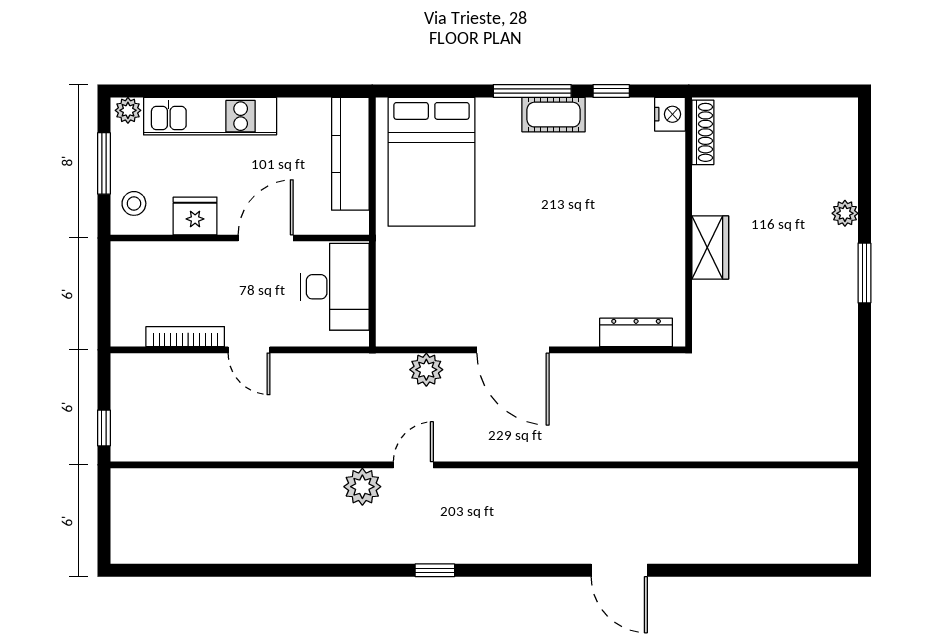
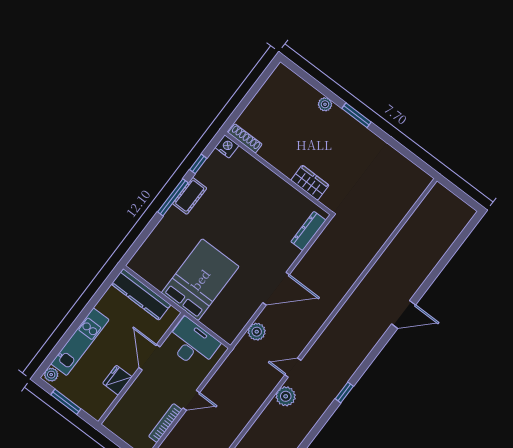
bed: (432, 162) -> (200, 280), moved, turned -90
stool: (134, 203) -> (92, 402), removed
wardrobe: (710, 247) -> (310, 183), moved
door: (413, 465) -> (293, 368), hinge flipped

